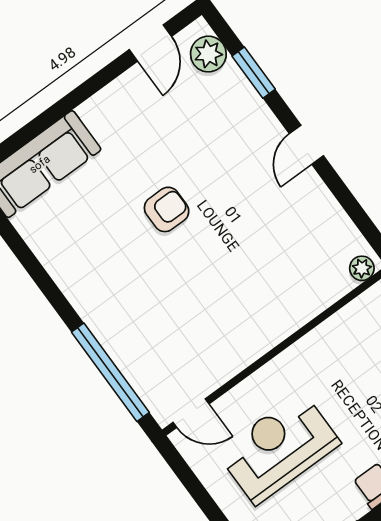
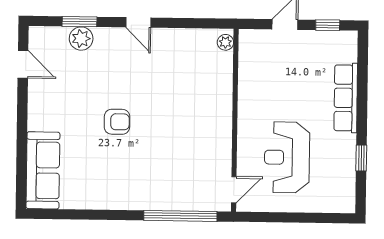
plant: (208, 54) -> (81, 39), moved
armchair: (167, 209) -> (117, 122), turned 90

